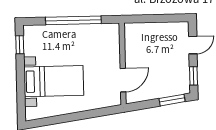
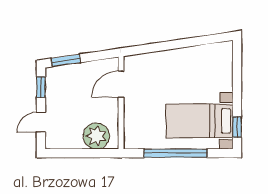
plant: (144, 34) -> (96, 136), added
bed with nightstands: (54, 81) -> (199, 121), moved

